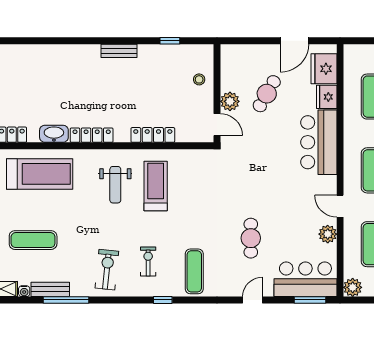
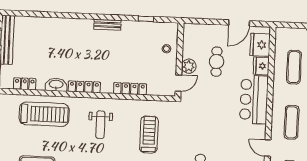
cafe table: (267, 94) -> (217, 62), turned -30
door: (217, 125) -> (178, 83), hinge flipped
treadmill: (156, 186) -> (149, 135), moved

